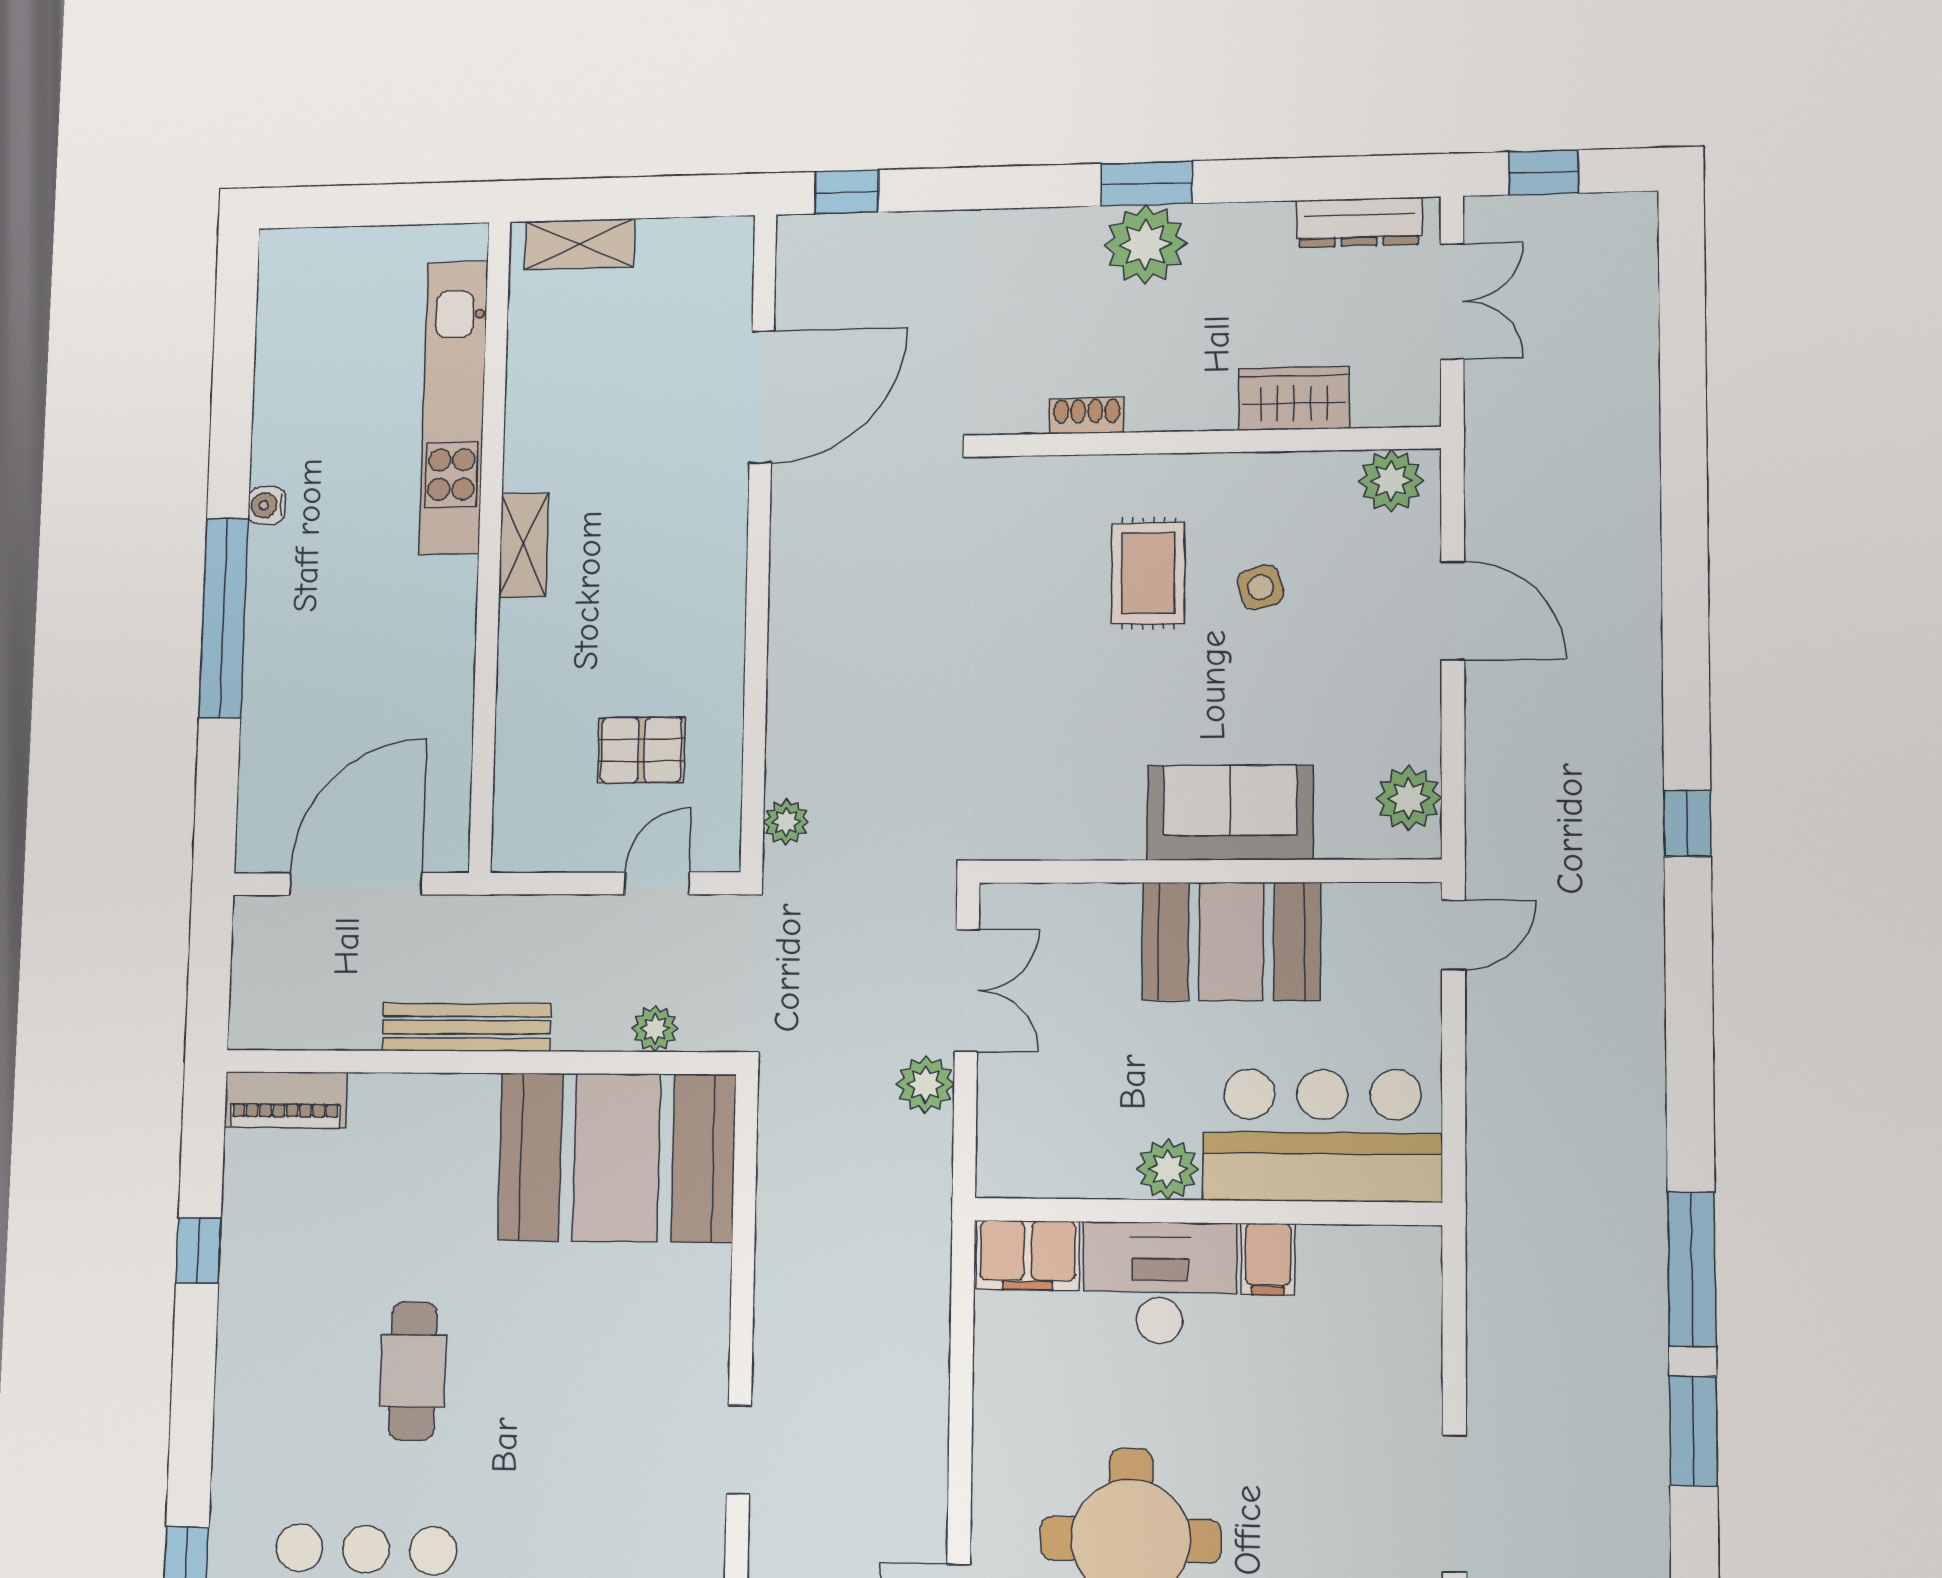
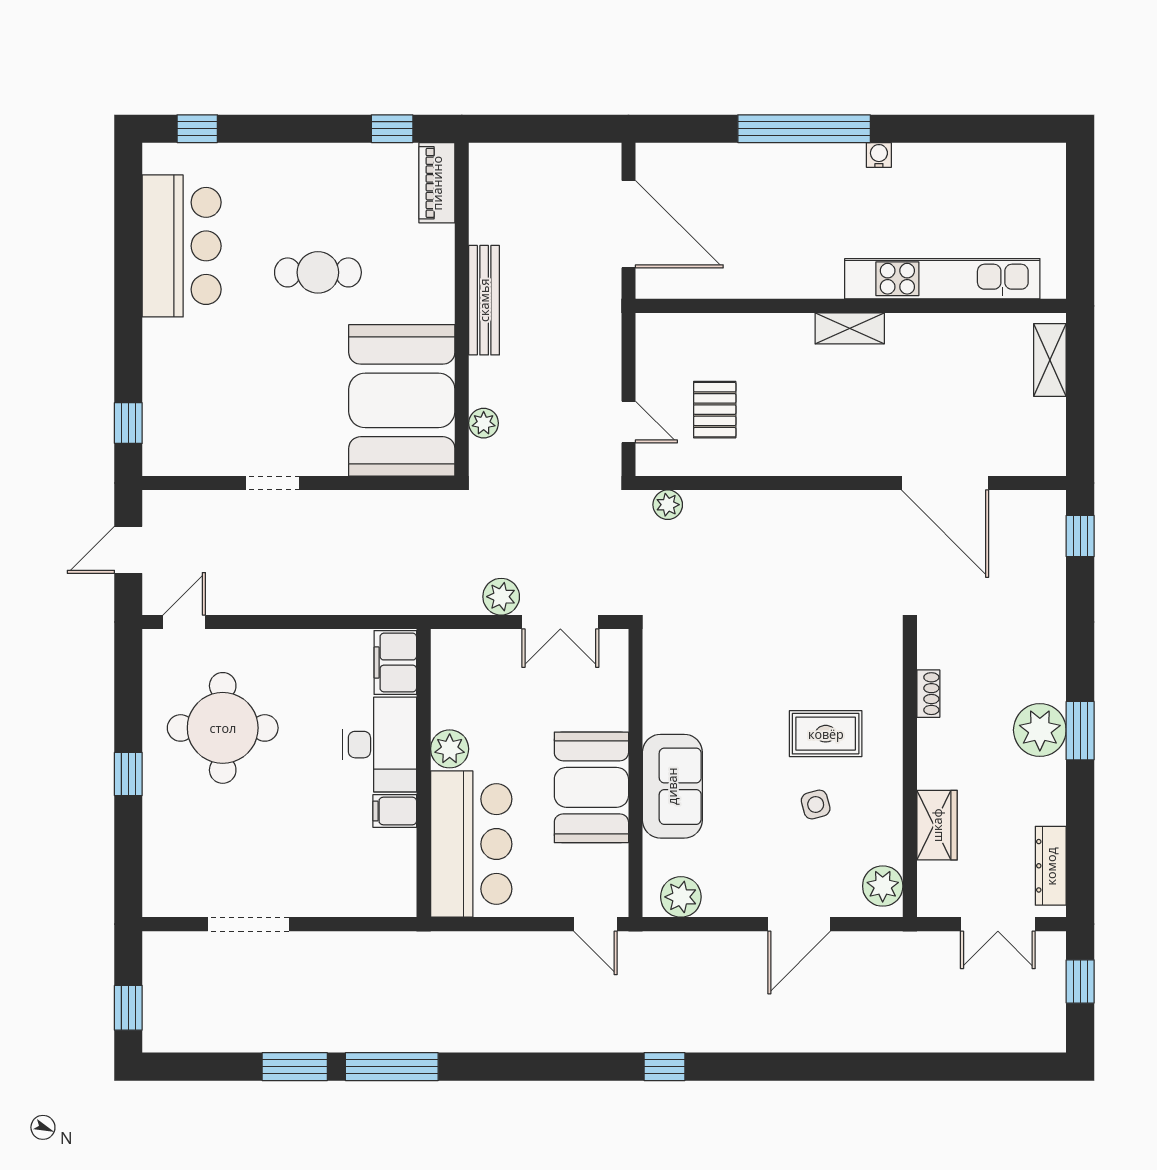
bench: (466, 1027) -> (484, 300), moved
plant: (655, 1029) -> (484, 423), moved
wall: (479, 1062) -> (462, 309), moved
piano: (286, 1100) -> (437, 183), moved
booth: (617, 1157) -> (402, 400), moved

